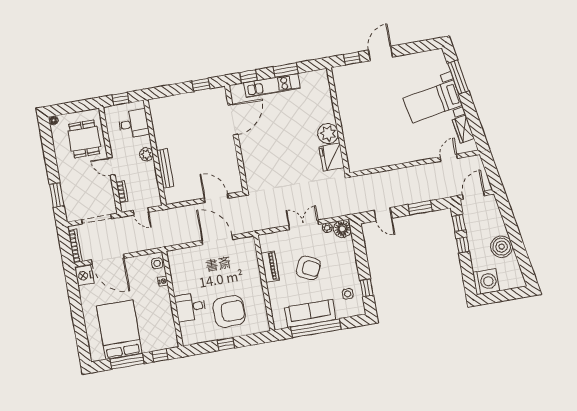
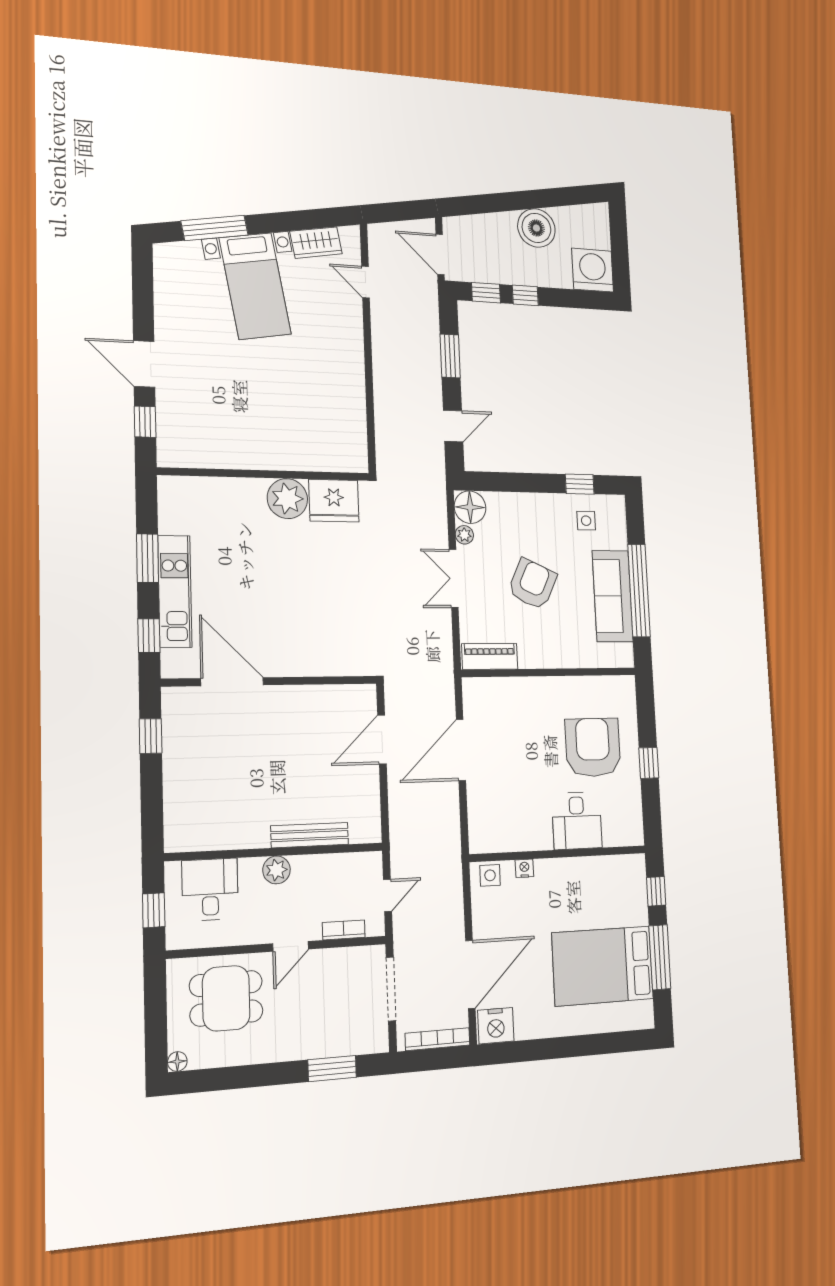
piano: (270, 267) -> (490, 656), moved

